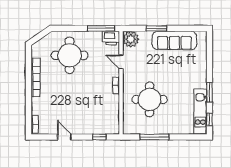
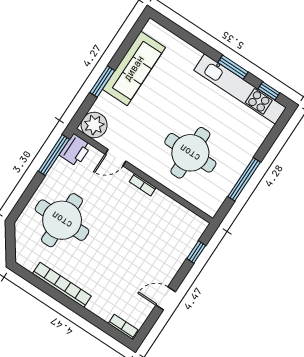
kitchen unit: (200, 112) -> (240, 89), width x1.36

